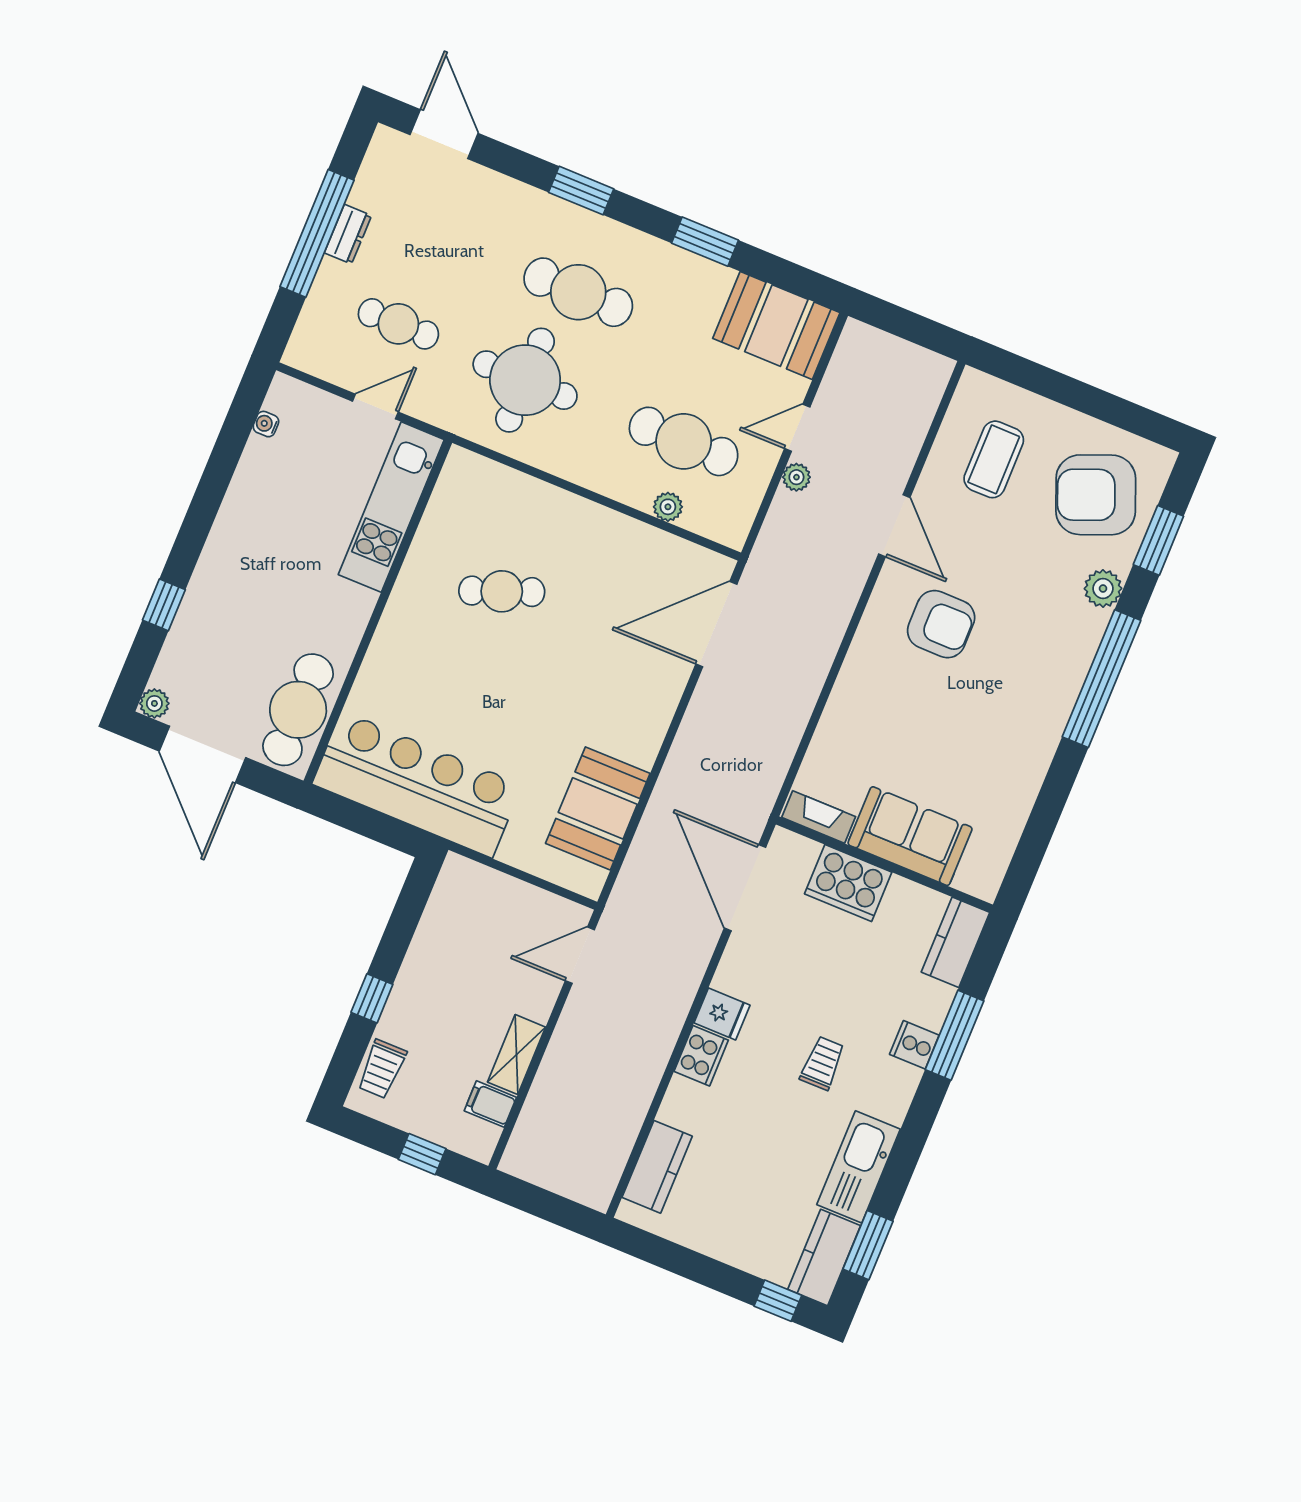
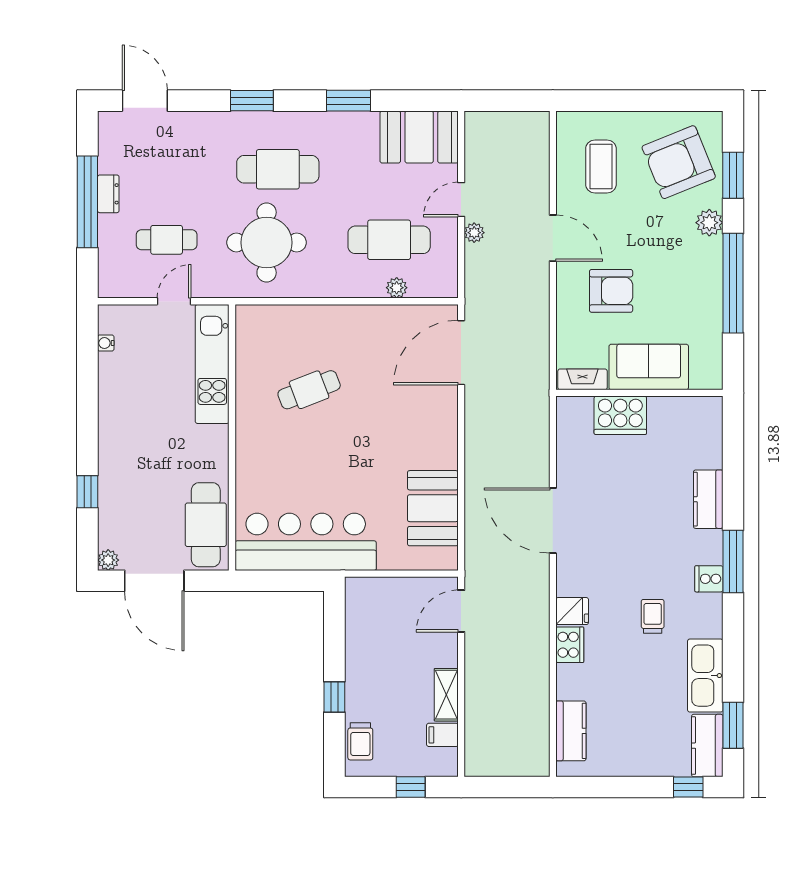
fireplace: (819, 817) -> (582, 379), moved
sofa: (910, 836) -> (649, 367), moved
wall: (884, 864) -> (639, 393), moved
cooker: (848, 883) -> (620, 415), moved

